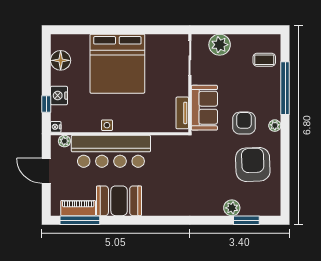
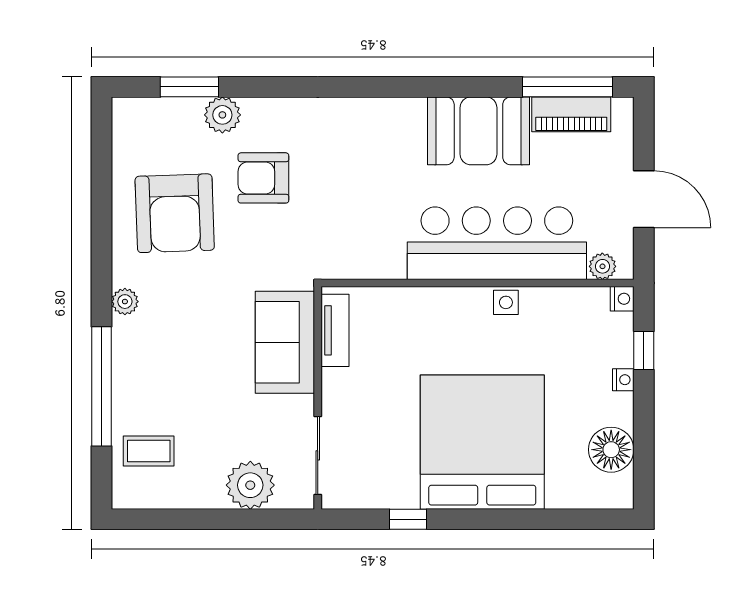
window: (150, 30) -> (408, 519), added
nightstand: (59, 96) -> (623, 380), width x0.53, depth x0.56
armchair: (244, 123) -> (263, 178), moved, turned 90

